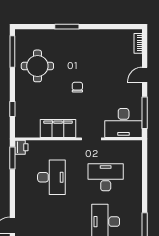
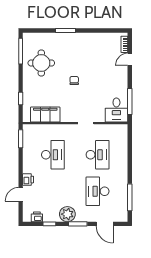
door: (145, 75) -> (130, 59), moved
desk: (124, 123) -> (116, 110), width x0.73
filing cabinet: (58, 128) -> (45, 115), moved
printer: (21, 147) -> (28, 180), moved
desk: (106, 177) -> (98, 155), turned 90

